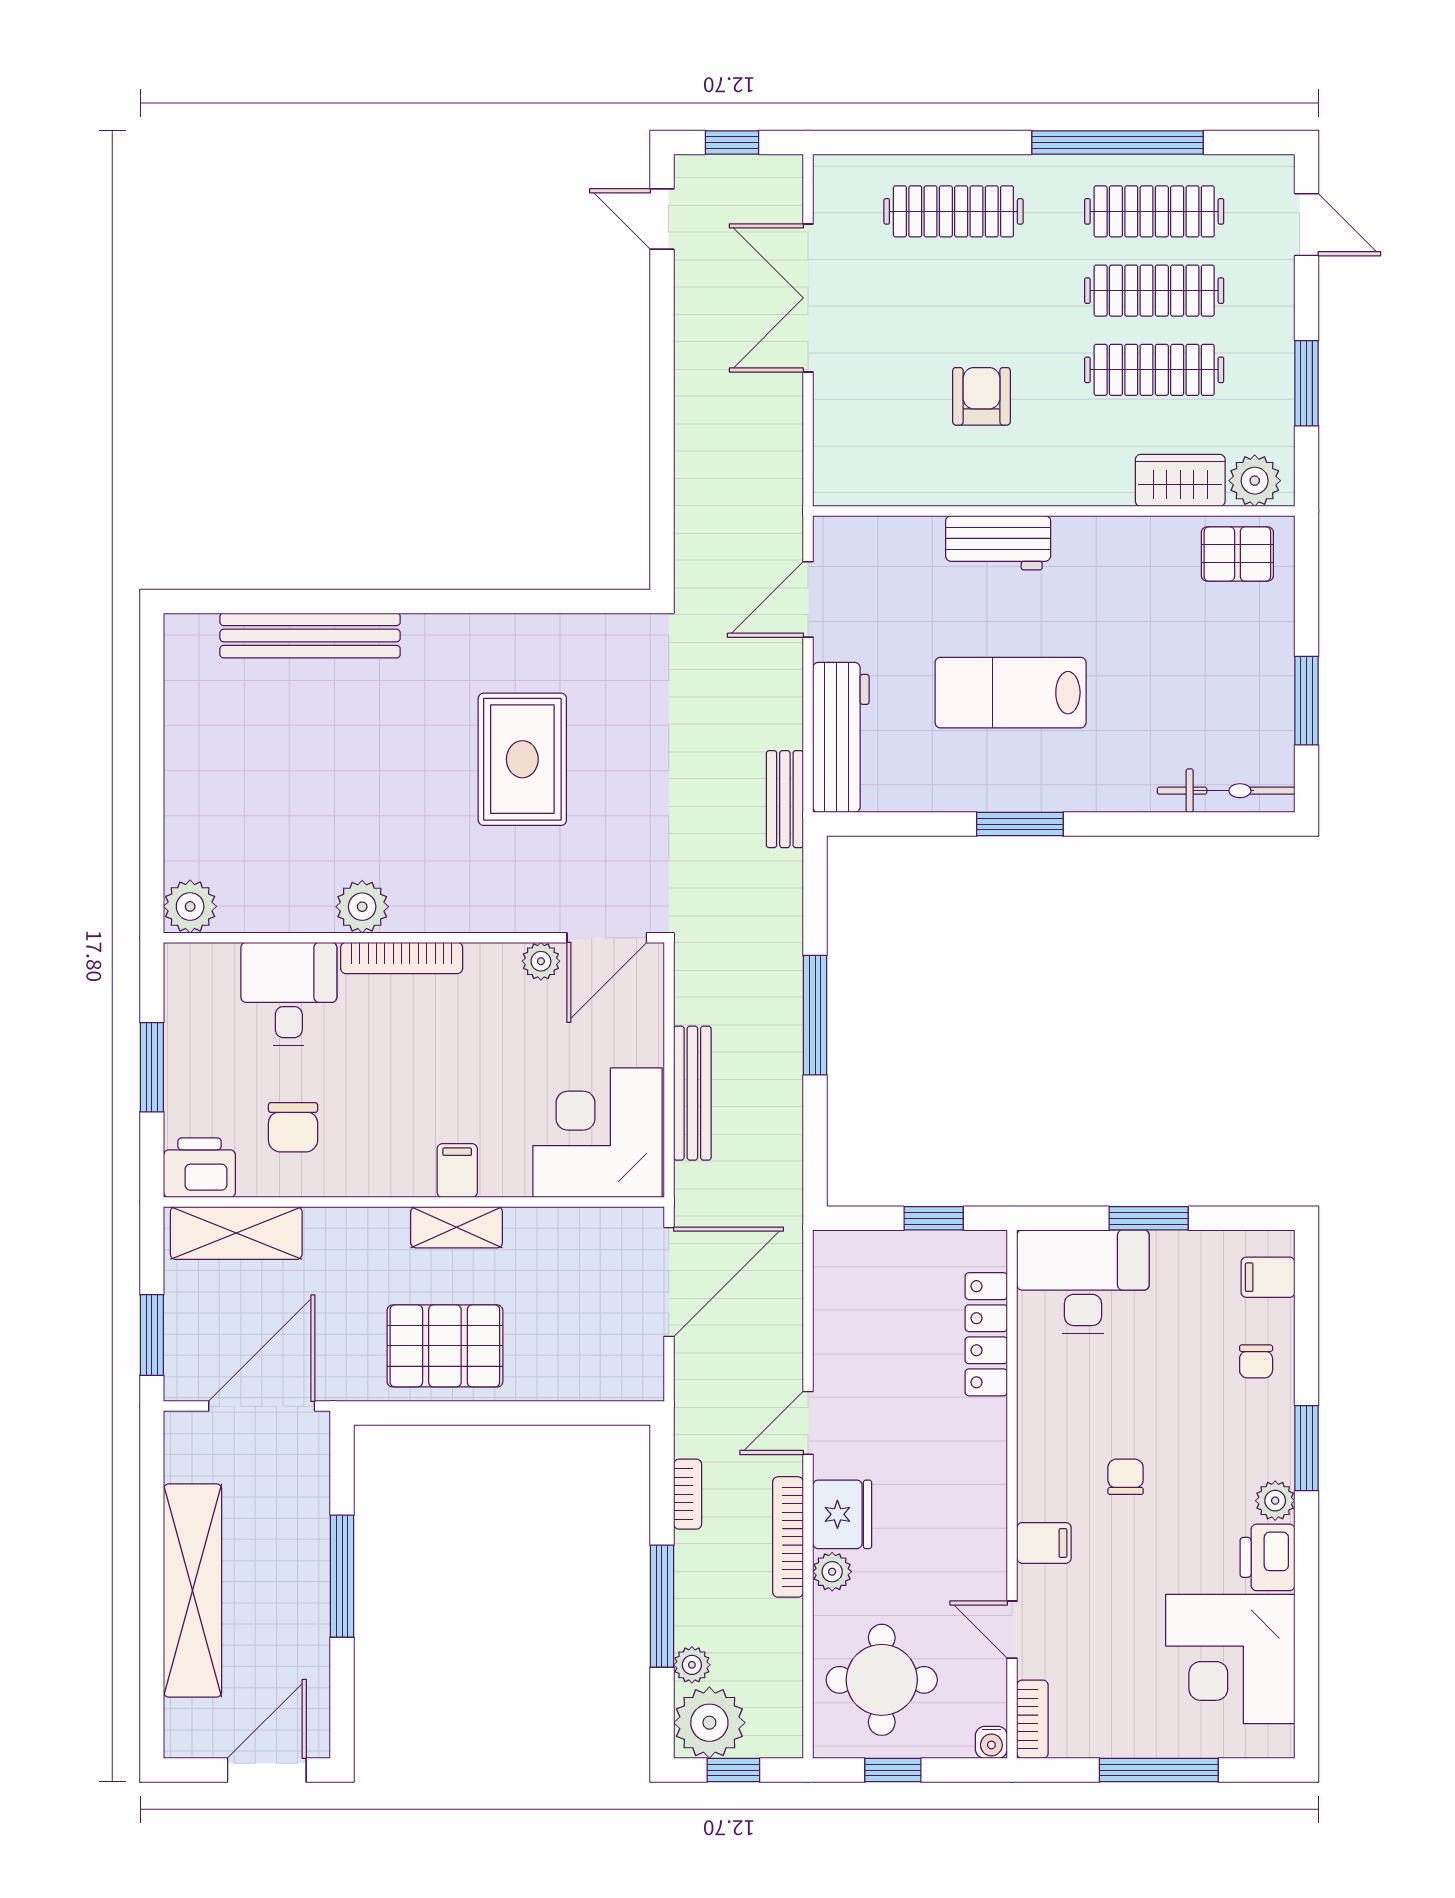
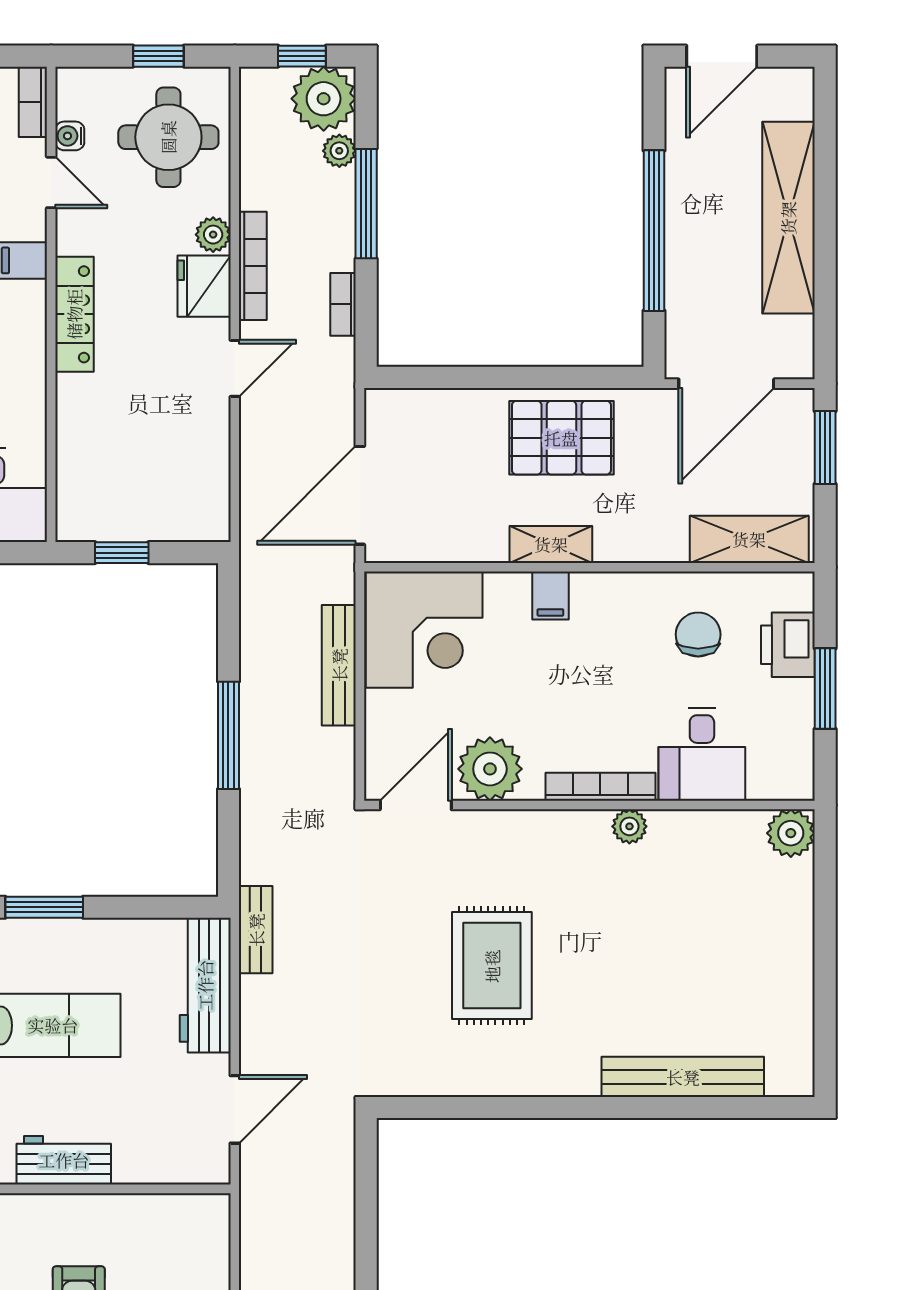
plant: (362, 907) -> (629, 826), width x0.73, depth x0.73
plant: (541, 961) -> (490, 769), width x1.88, depth x1.88
printer: (199, 1168) -> (788, 645), moved, turned 90
locker: (986, 1334) -> (74, 314), moved
window: (342, 1576) -> (654, 231), width x1.46
water cooler: (991, 1742) -> (70, 136), moved, turned -90

